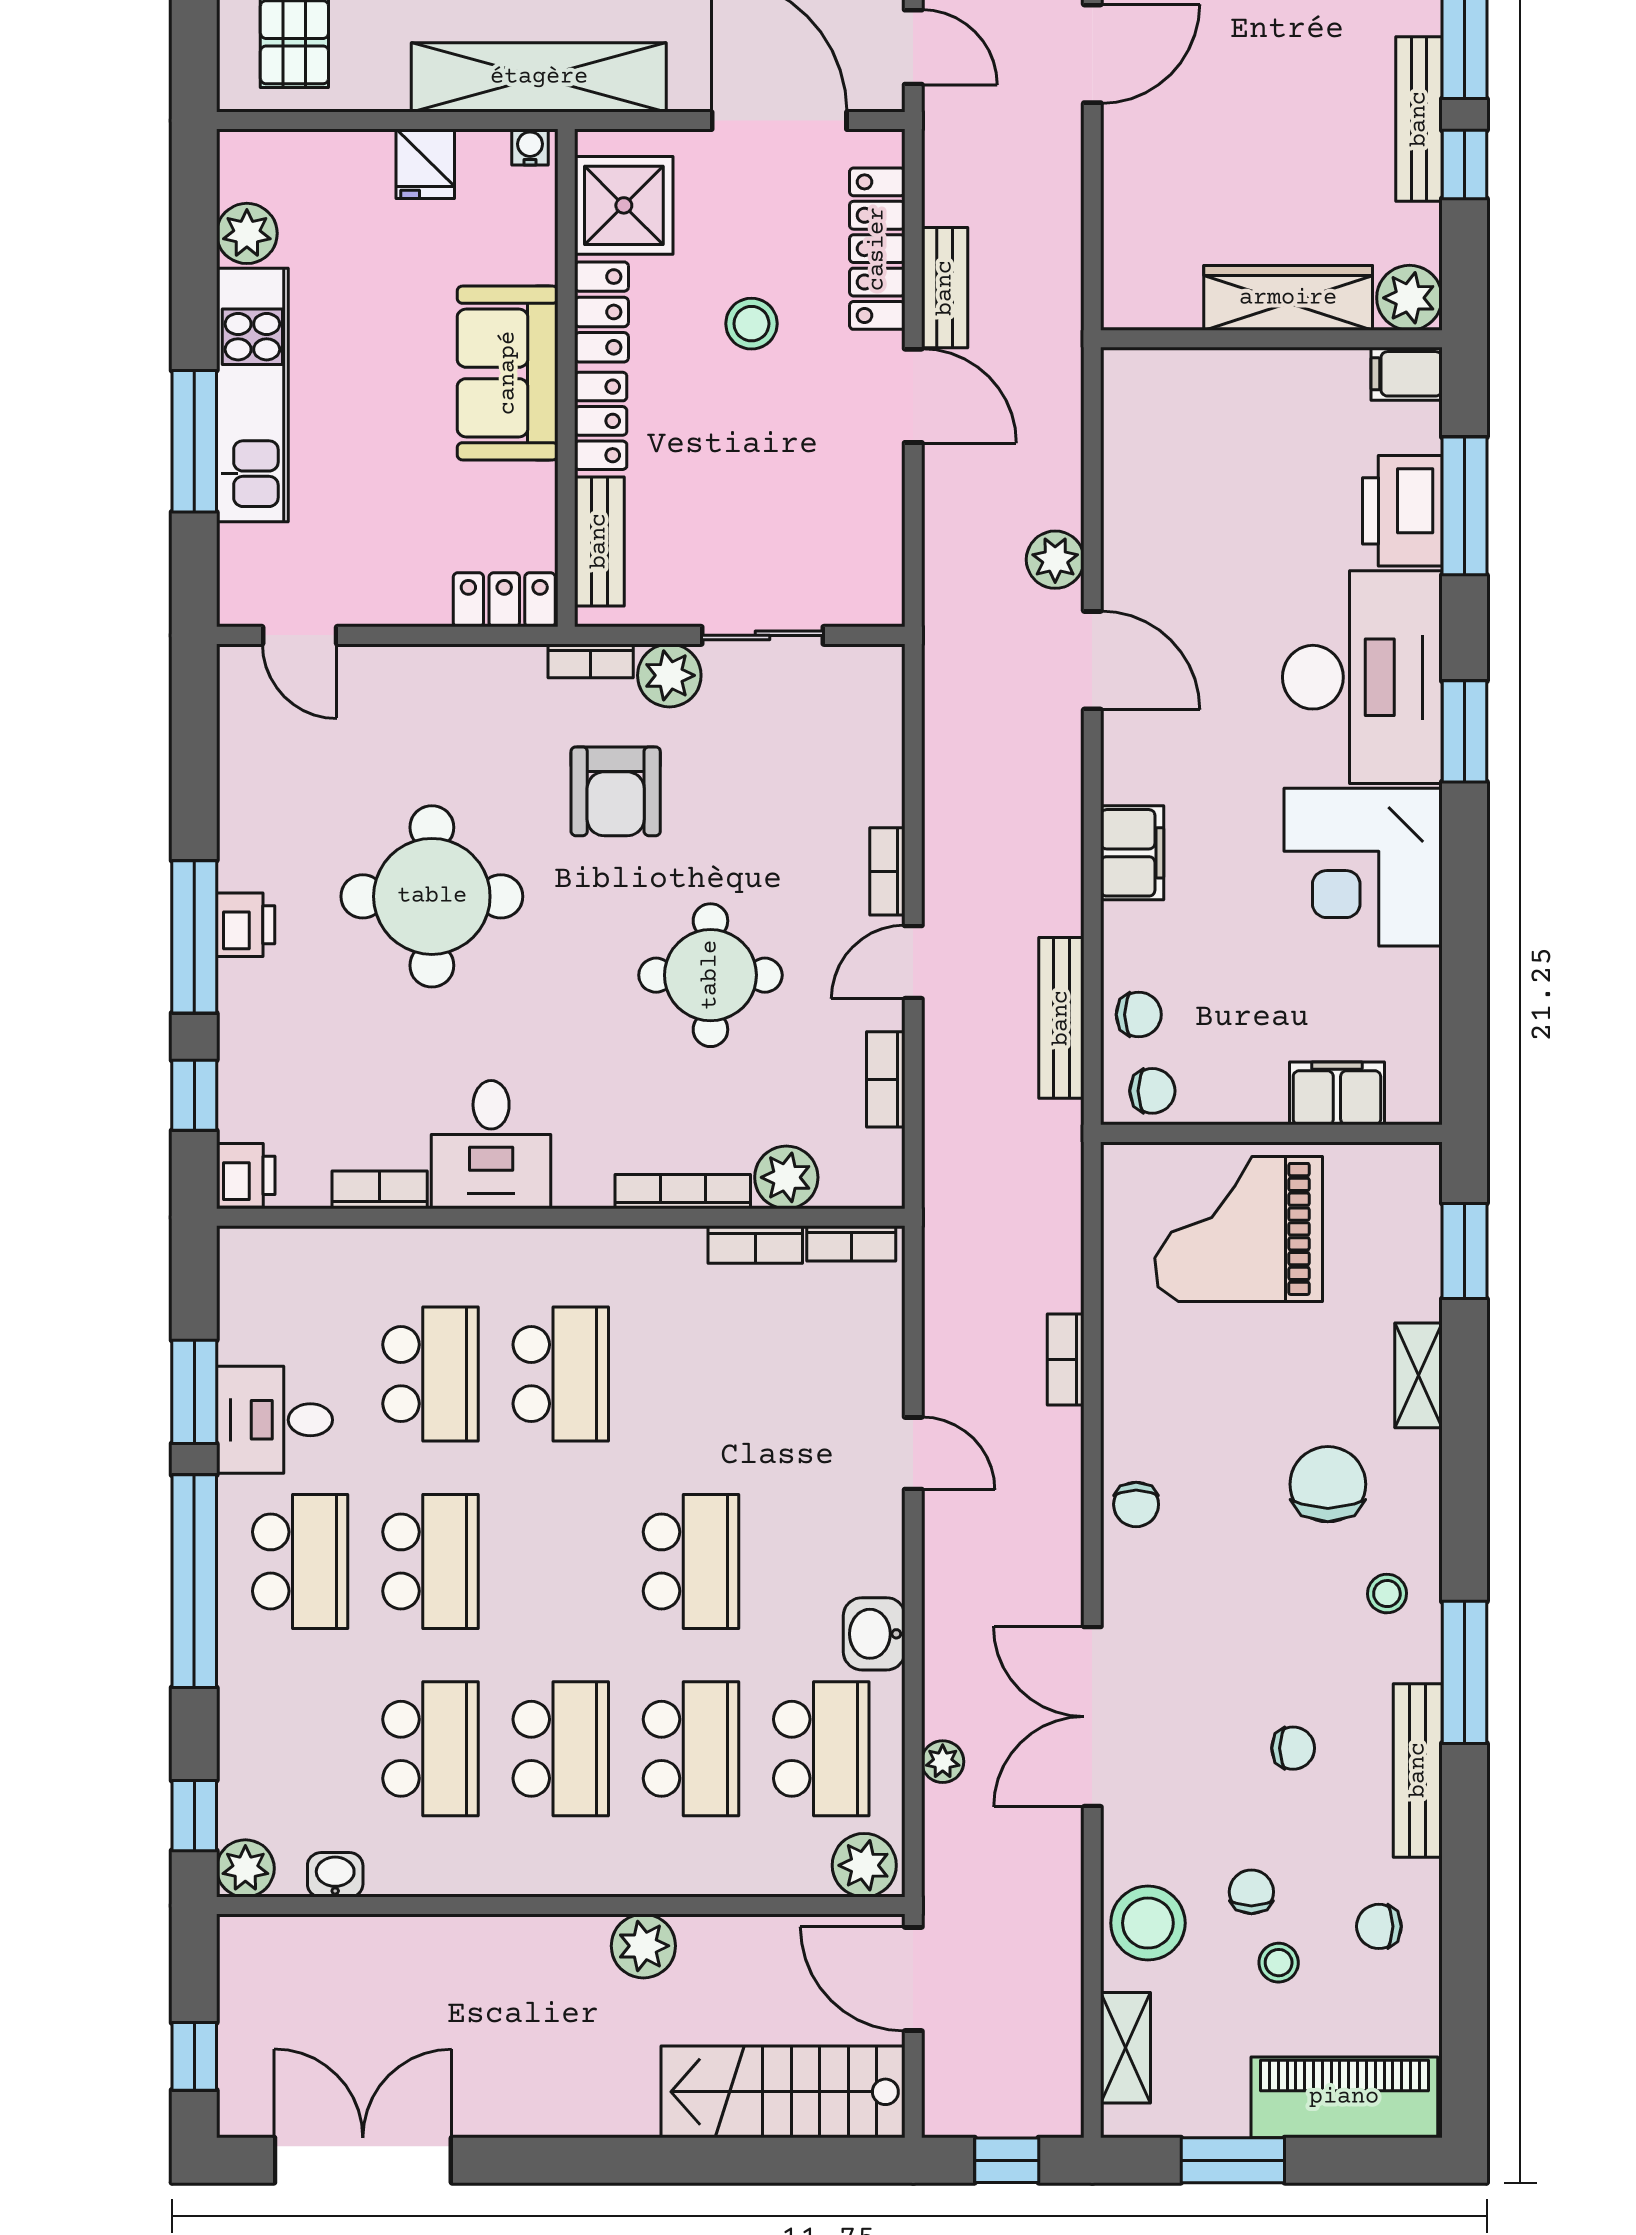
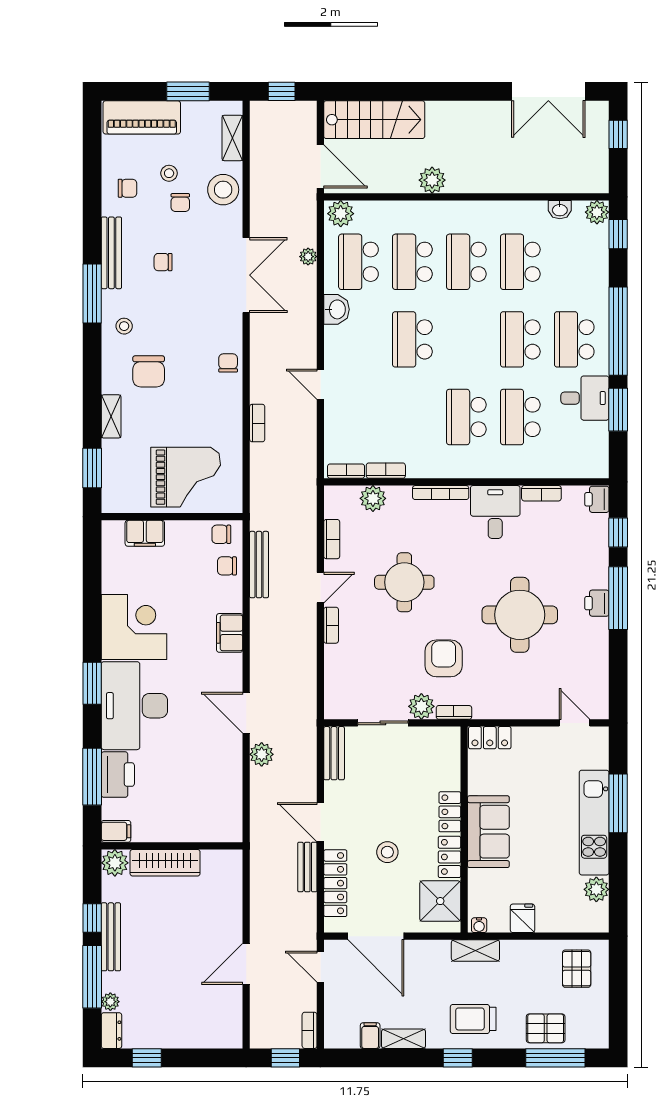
shelving: (539, 77) -> (475, 950), width x0.45, depth x0.75
bench: (599, 541) -> (334, 753), moved
bookcase: (683, 1192) -> (441, 493), moved

